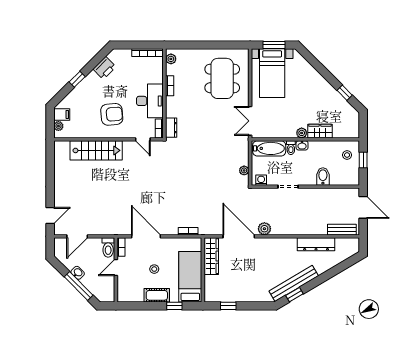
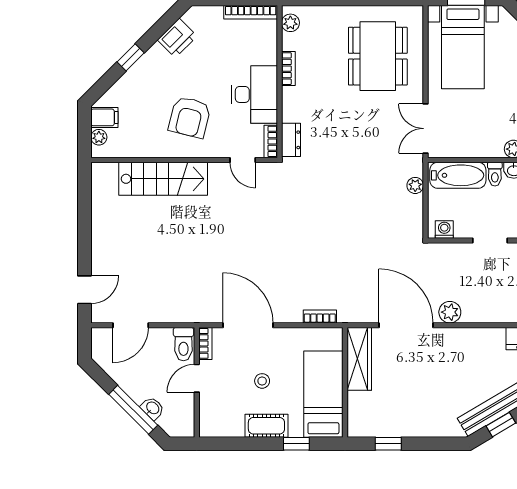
armchair: (112, 114) -> (190, 117), turned 109
plant: (244, 170) -> (415, 185), moved
washbasin: (78, 273) -> (152, 408), moved

